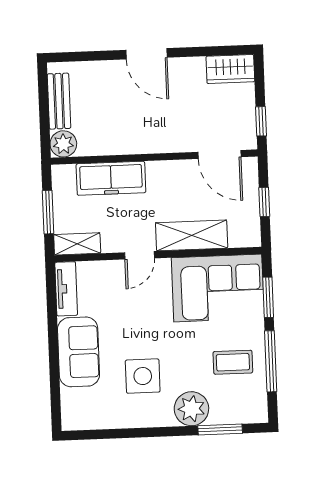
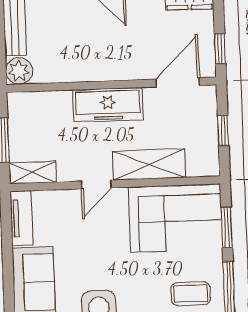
door: (219, 154) -> (178, 82), swing flipped
freezer: (111, 178) -> (108, 105), moved

